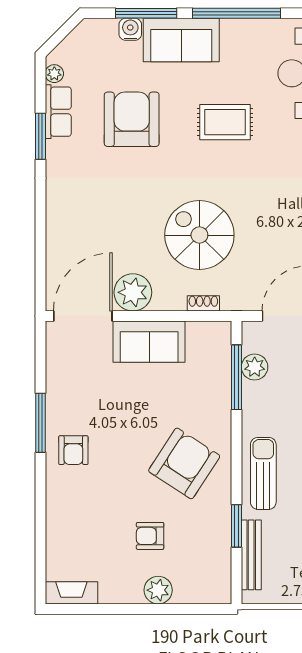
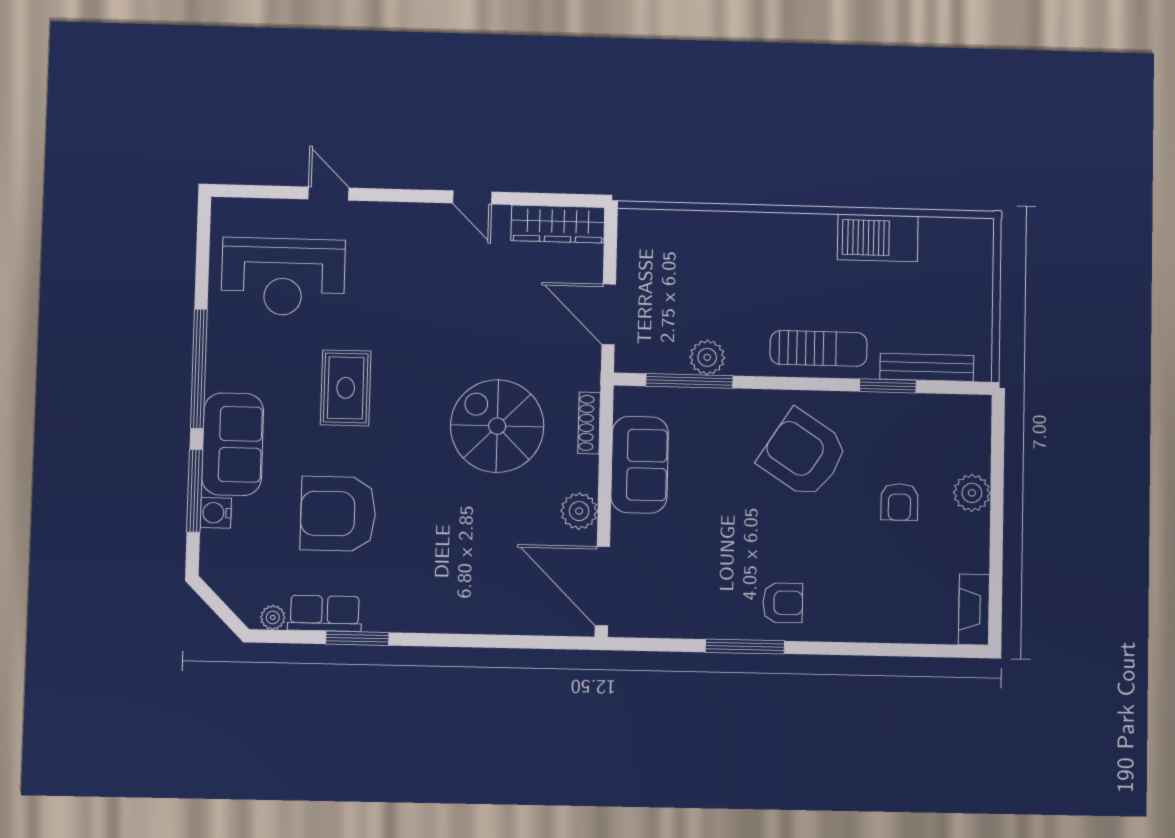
spiral stairs: (199, 235) -> (497, 426), turned 90
plant: (133, 292) -> (579, 511), width x0.73, depth x0.73
shoe rack: (203, 303) -> (589, 423), width x1.43
sofa: (149, 342) -> (640, 465), moved
plant: (255, 367) -> (707, 357), moved
sun lounger: (263, 473) -> (819, 348), turned 180

